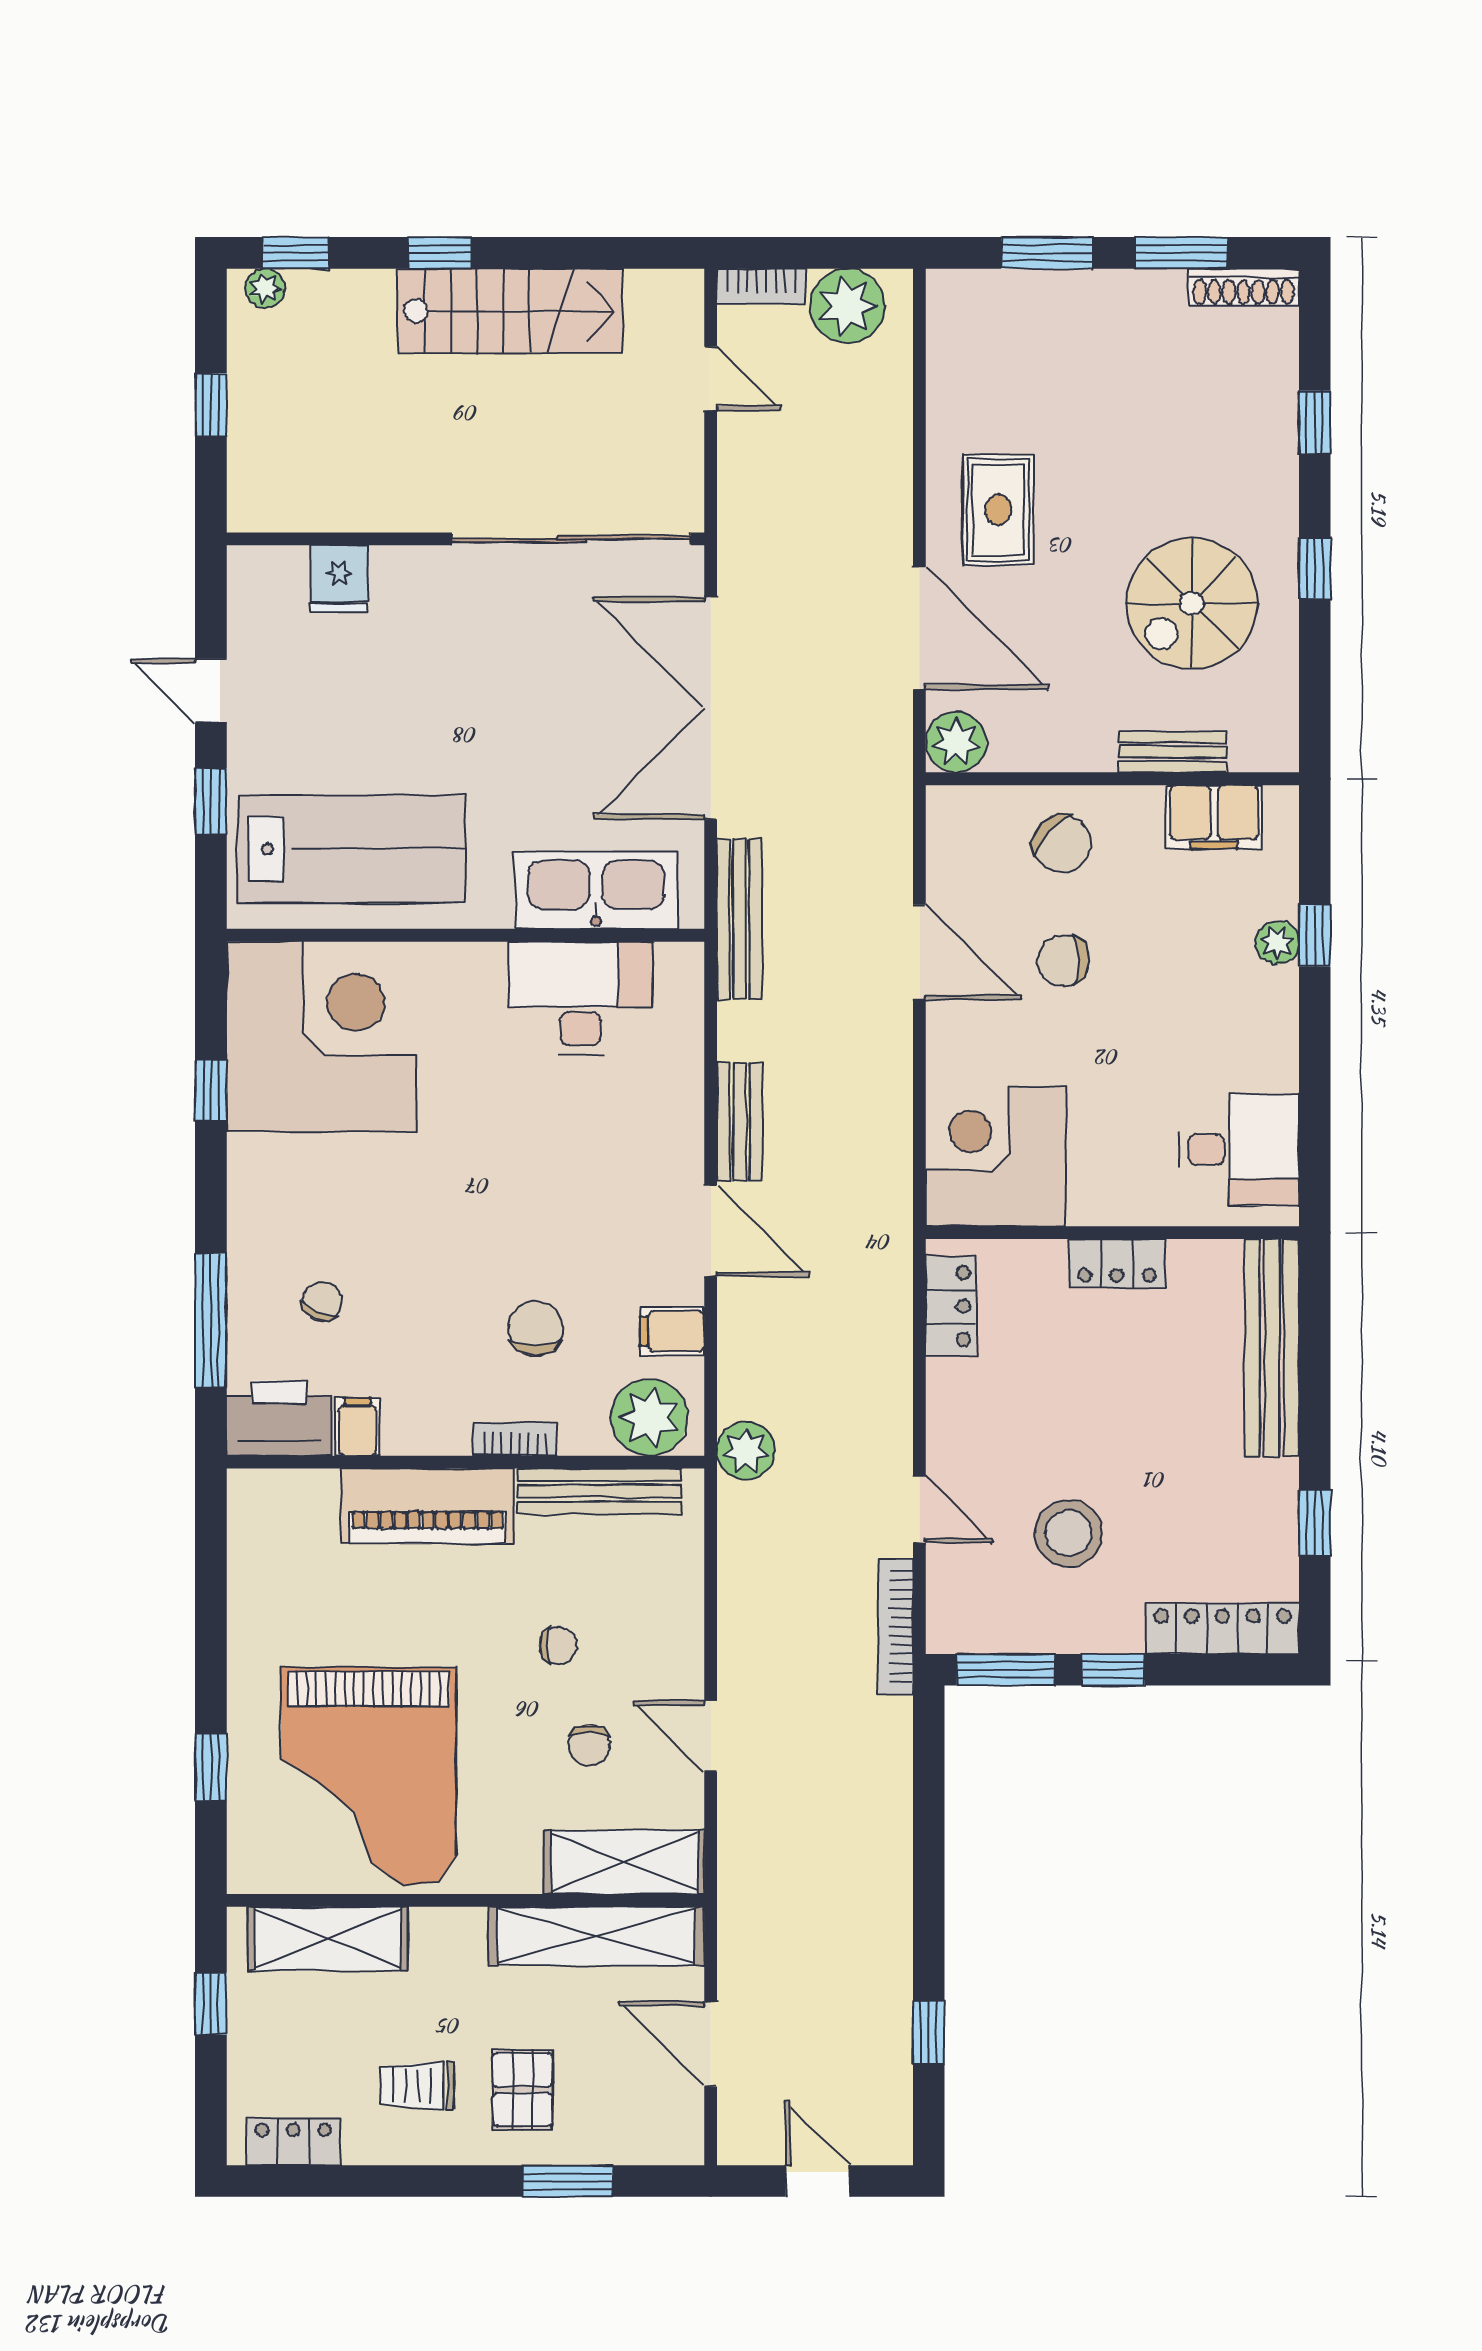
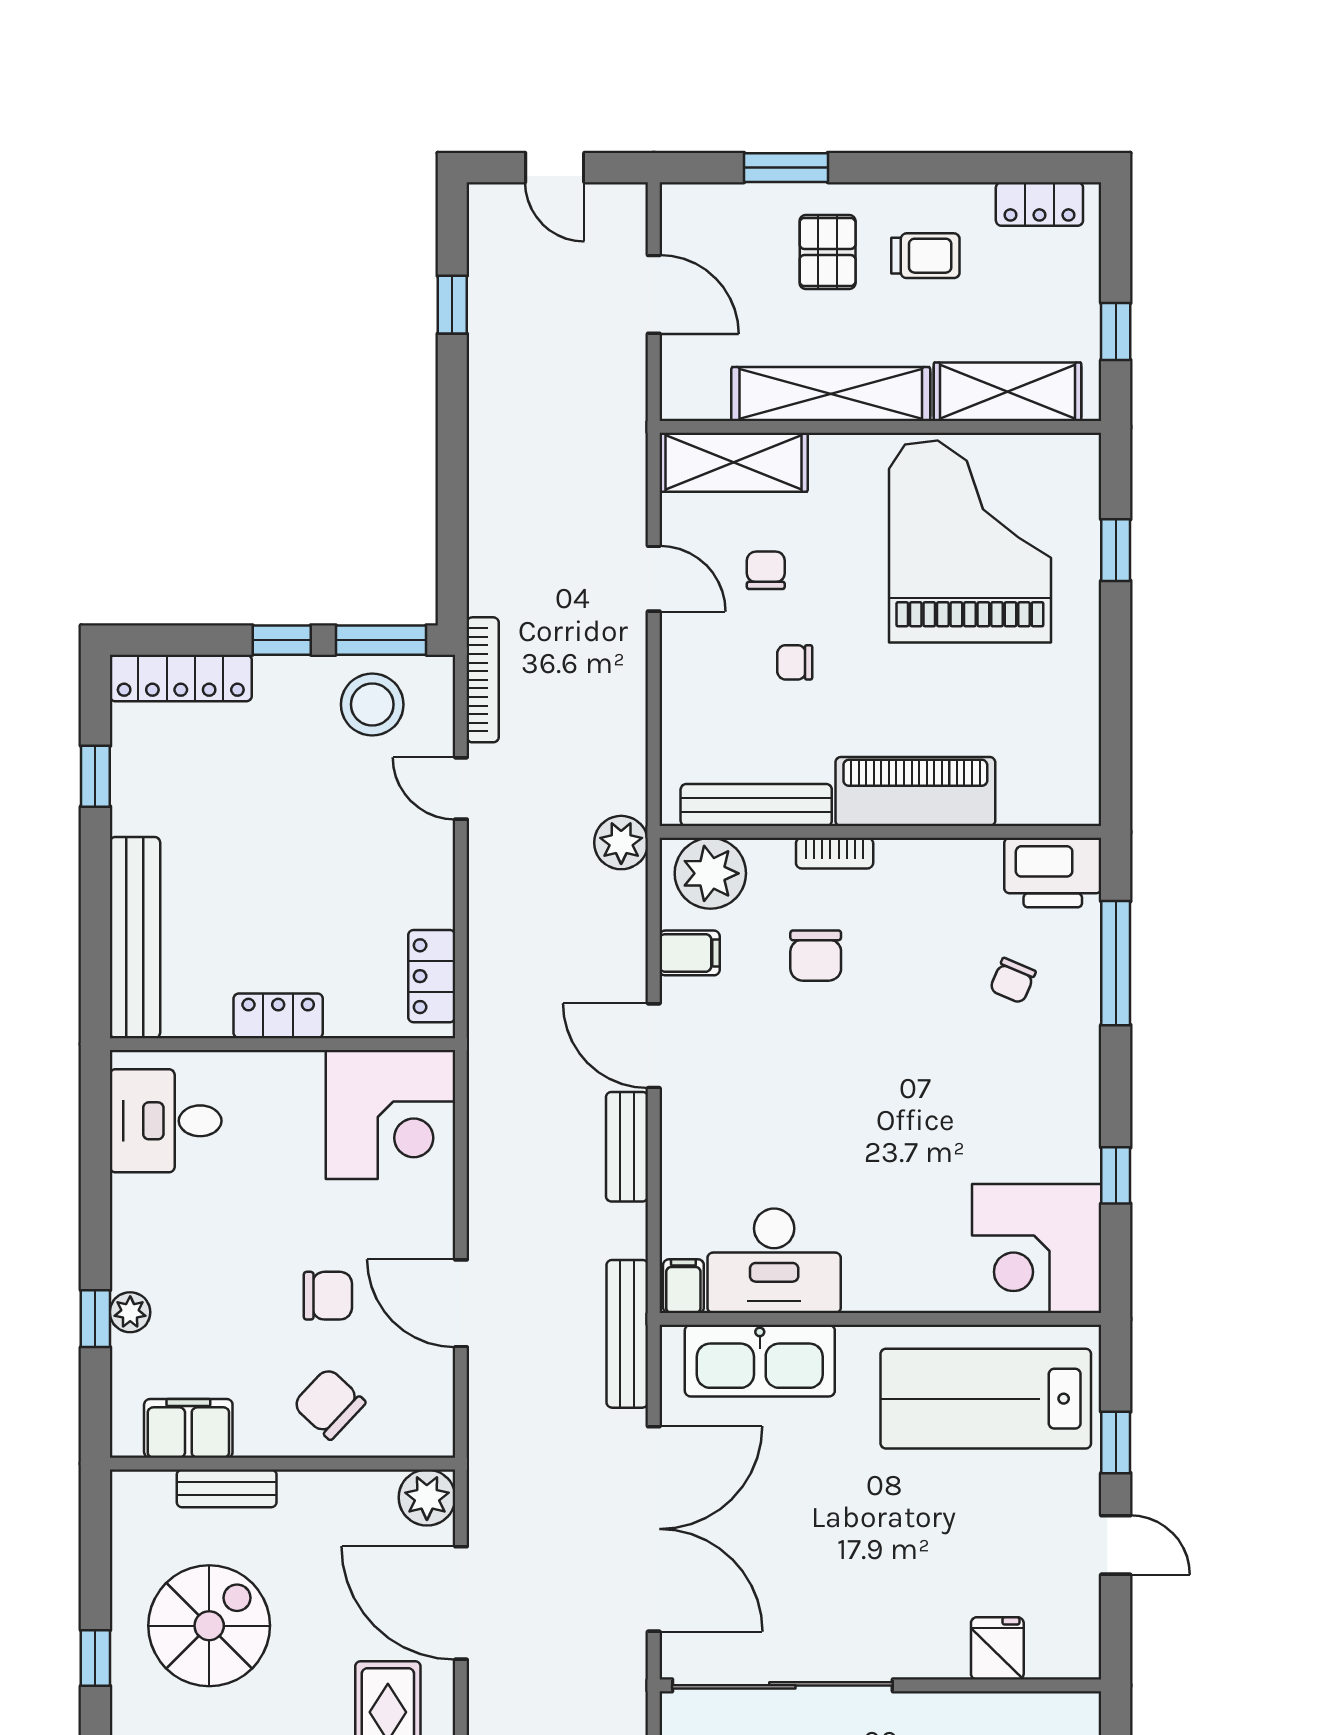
corner desk: (322, 1037) -> (1037, 1249), width x0.74, depth x0.74
filing cabinet: (357, 1427) -> (683, 1286), moved, turned 180
stool: (1069, 1533) -> (372, 704), moved
shelving: (596, 1936) -> (831, 394), moved

